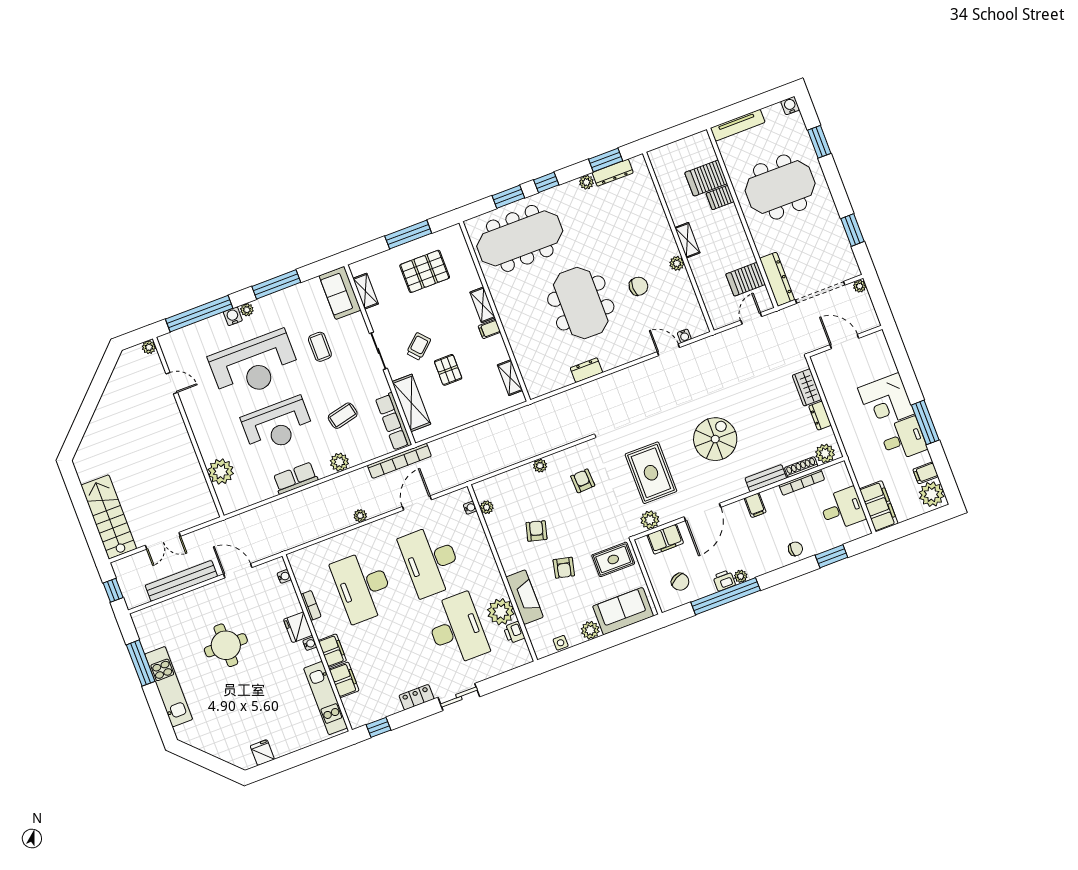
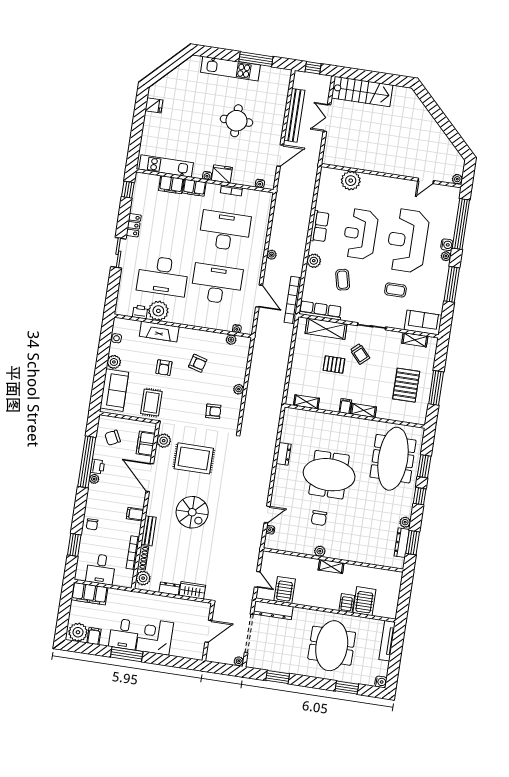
armchair: (564, 568) -> (164, 368), turned -103

